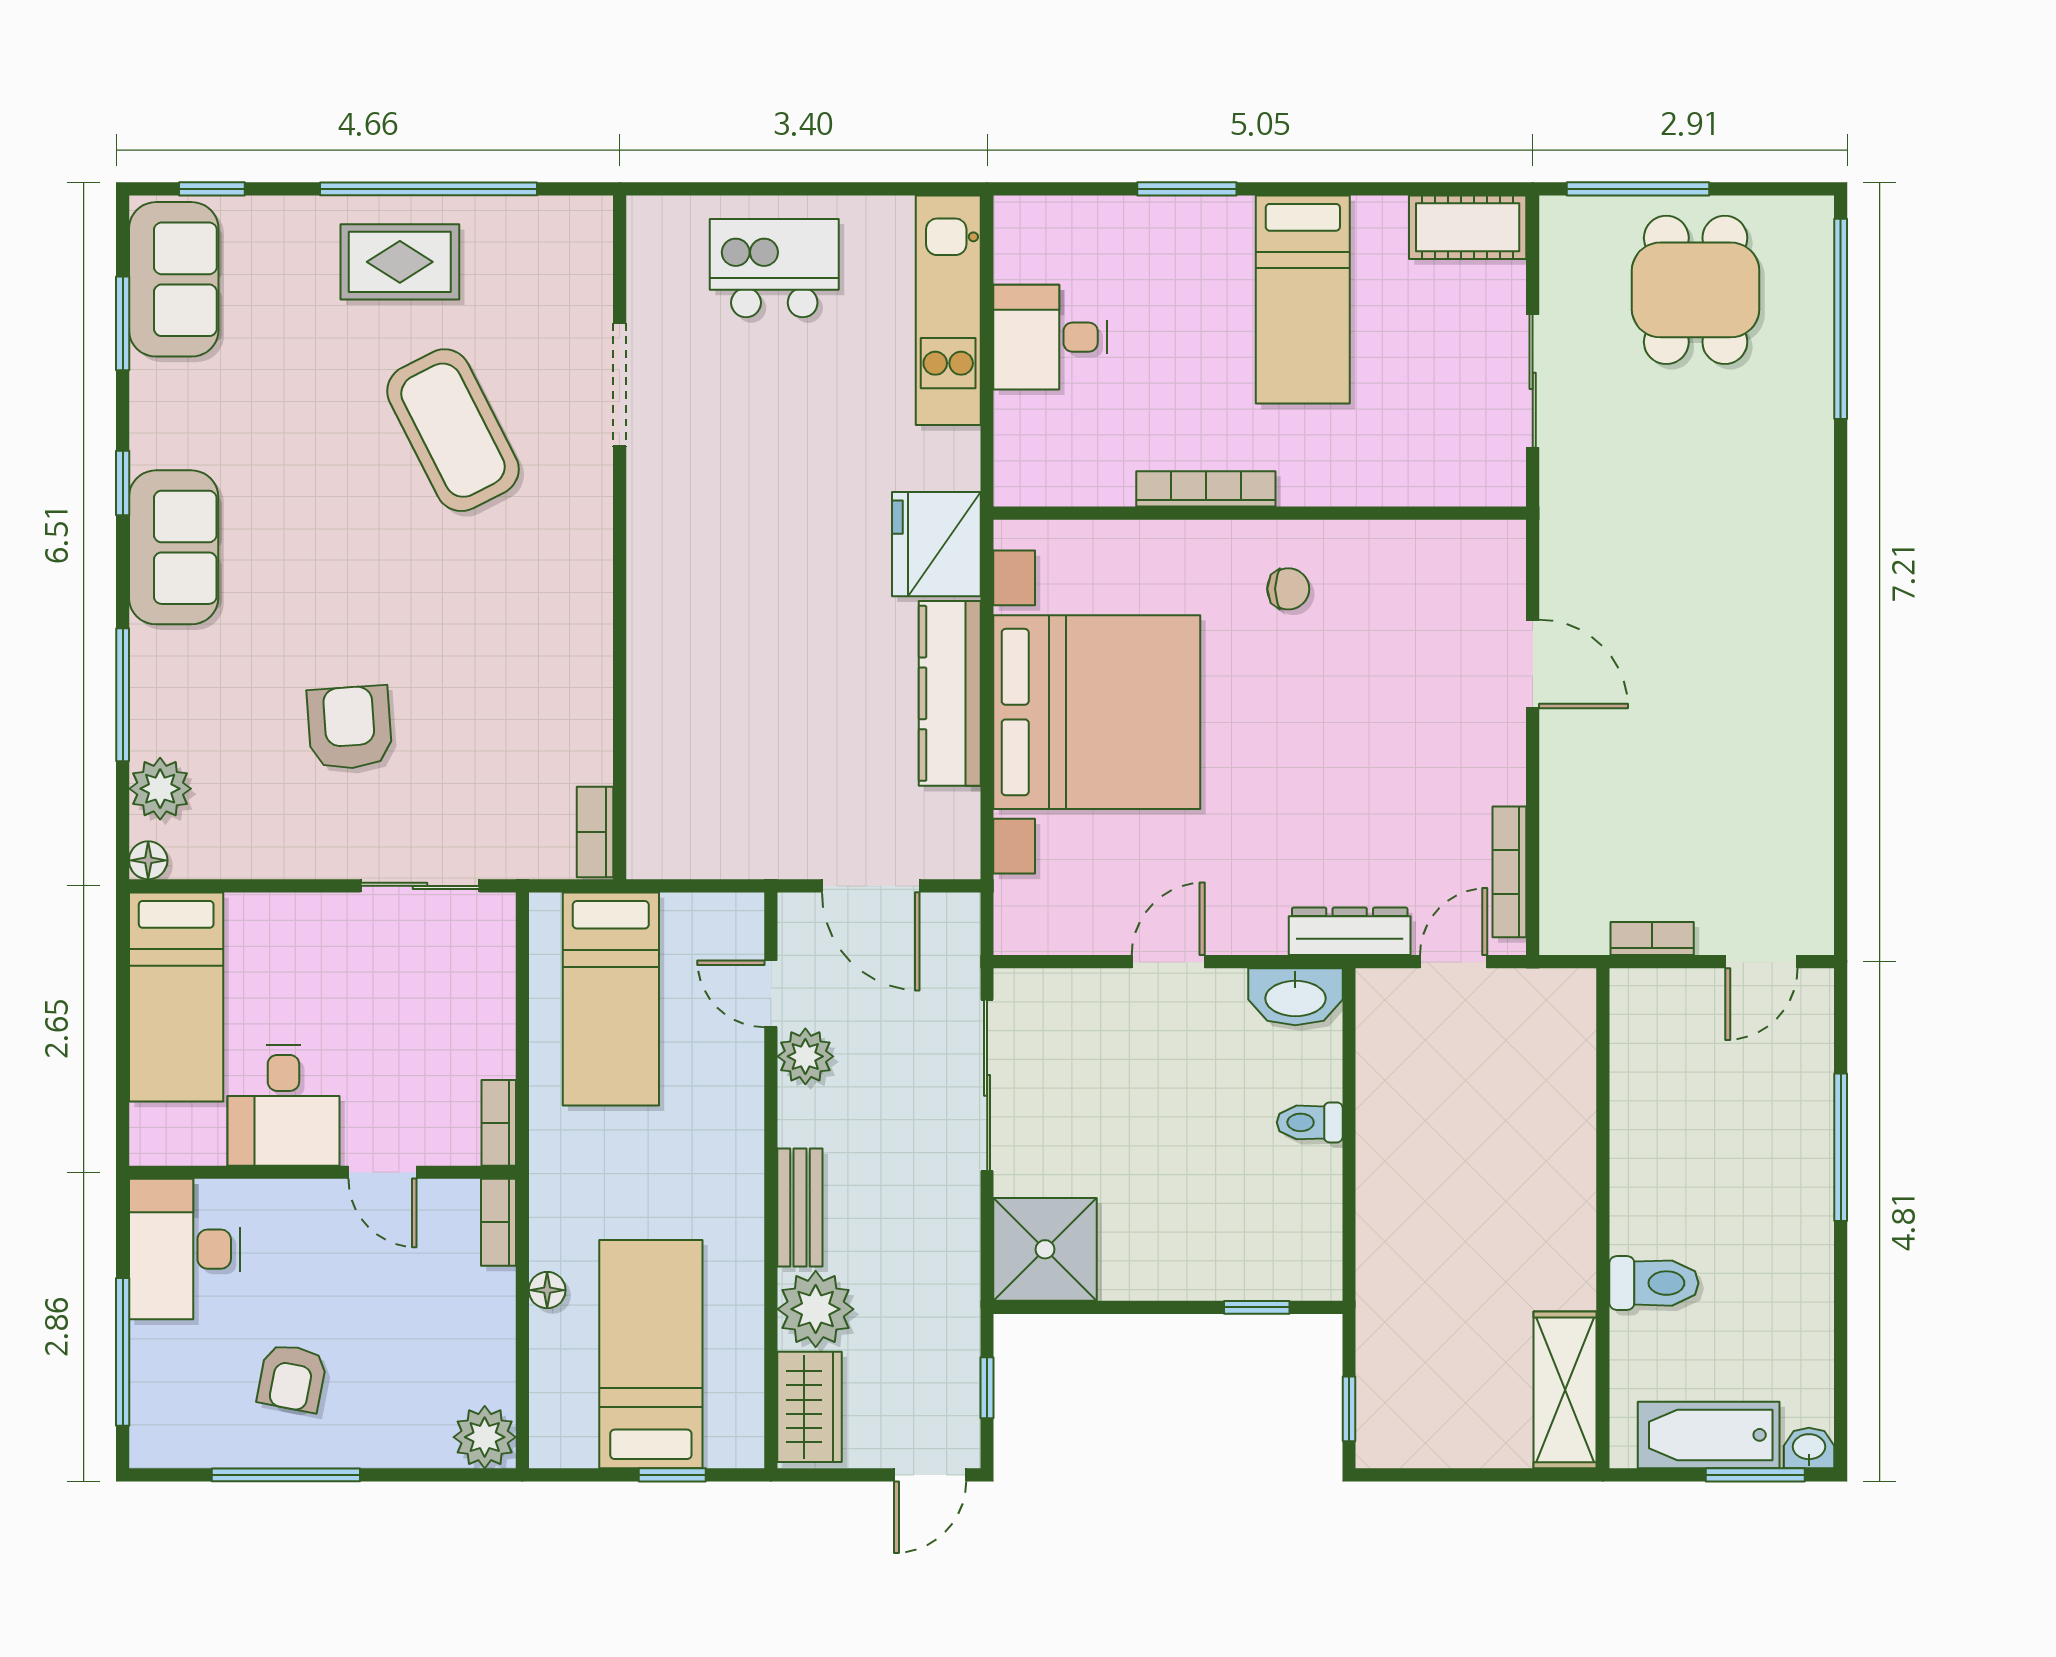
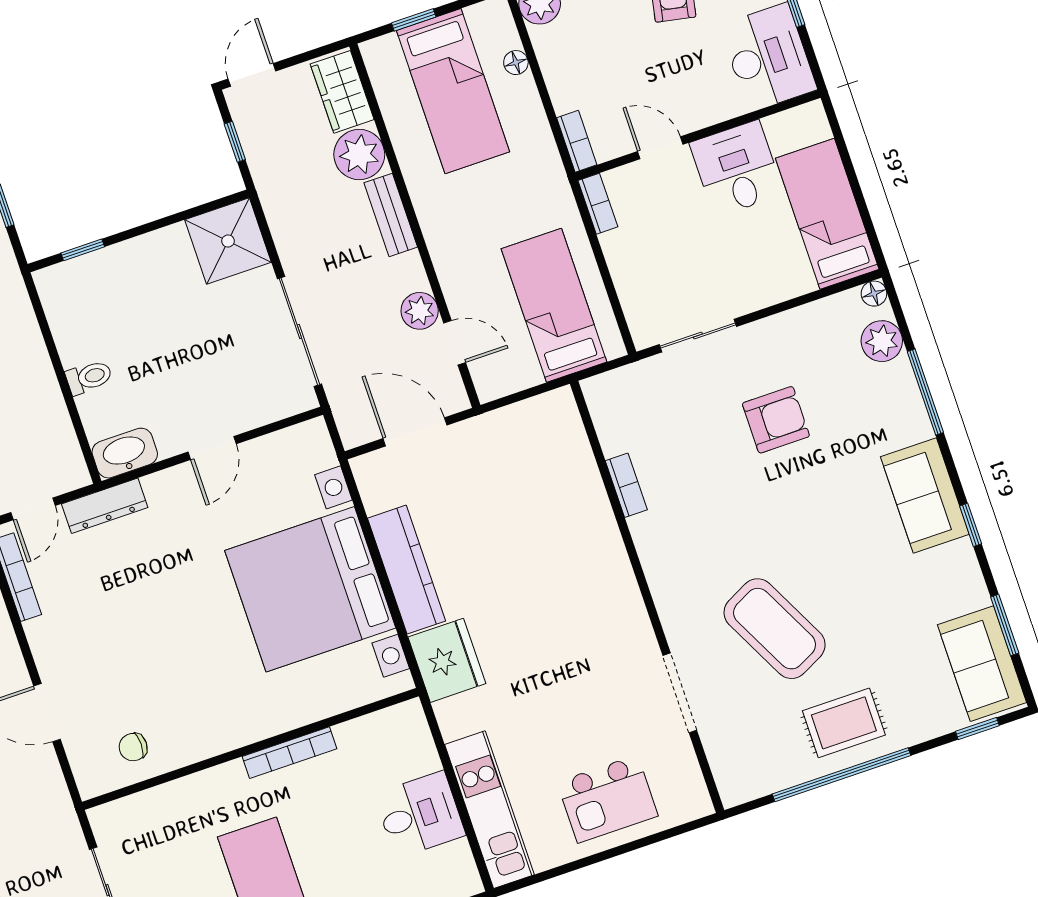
chair: (1288, 589) -> (133, 747), moved
armchair: (350, 728) -> (776, 420), turned -86
bookcase: (595, 832) -> (626, 485), moved
floor lamp: (547, 1290) -> (516, 63), moved

